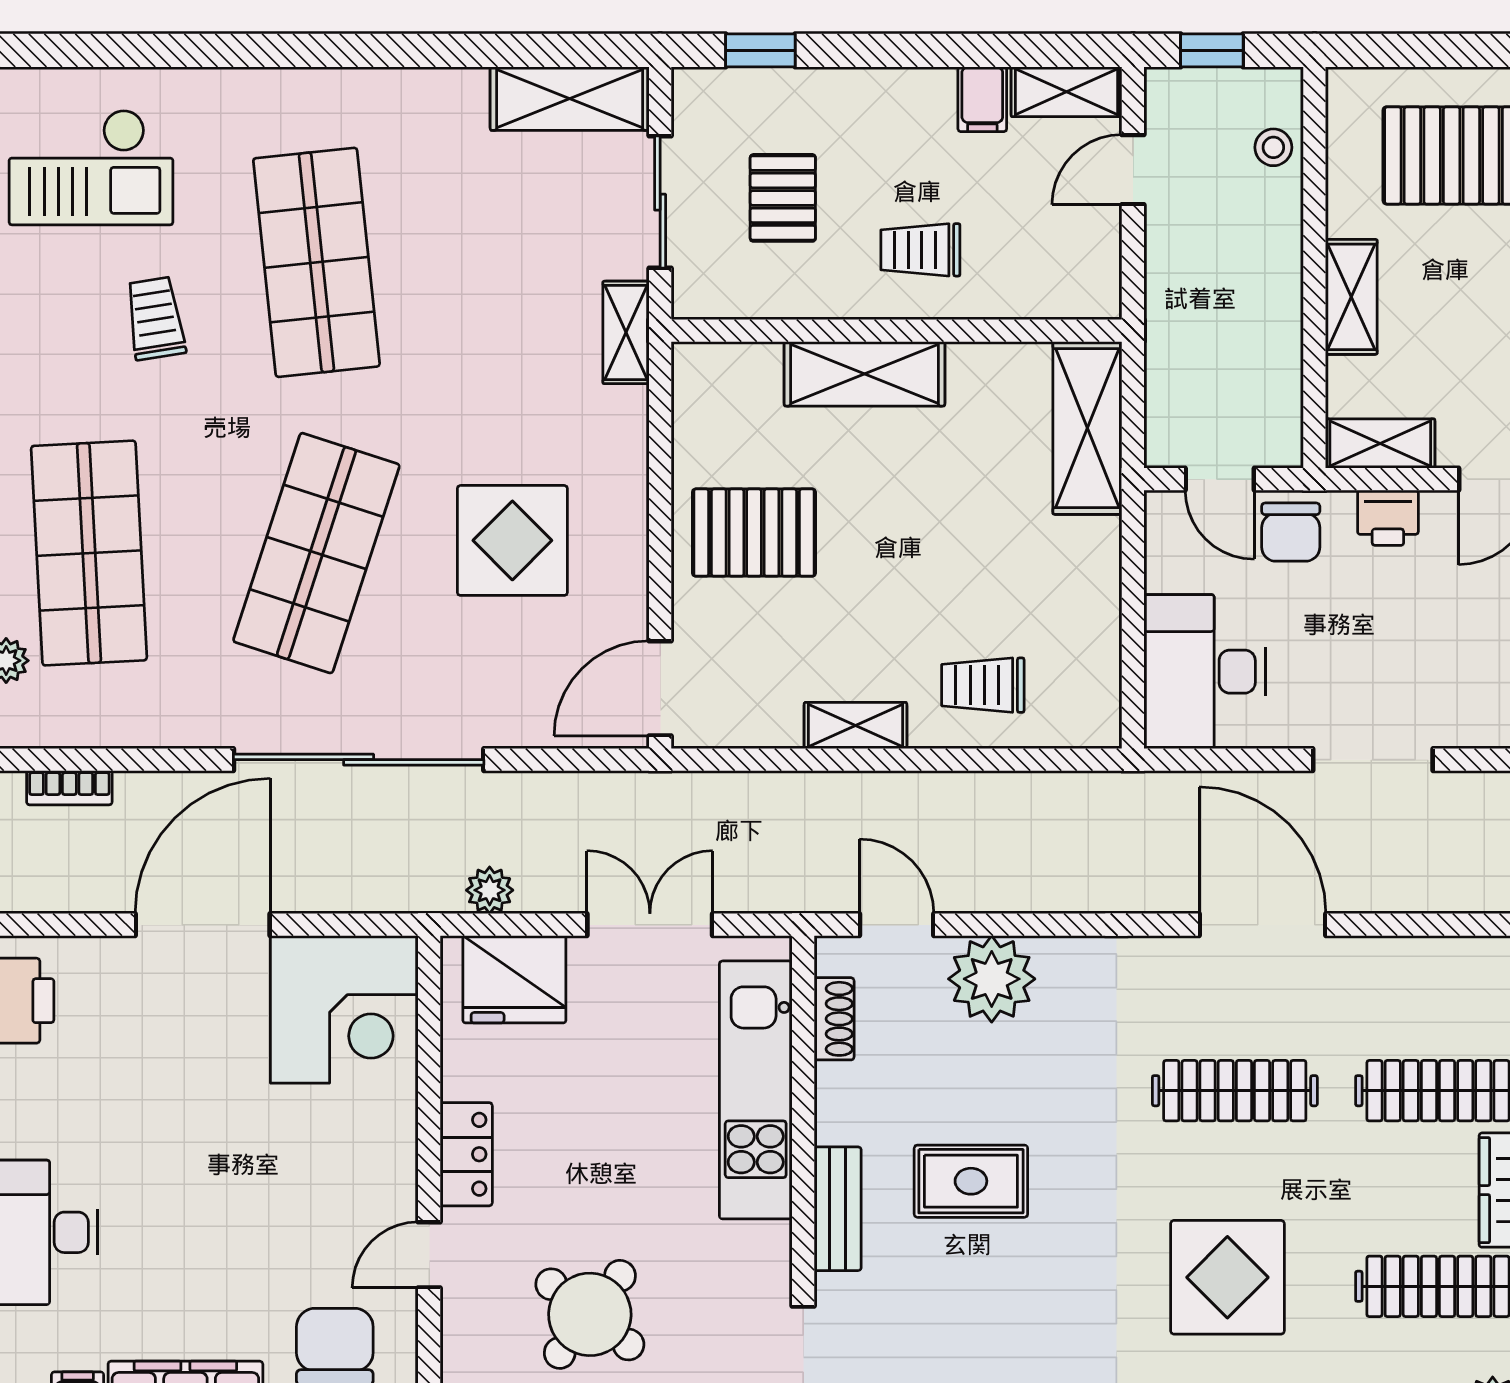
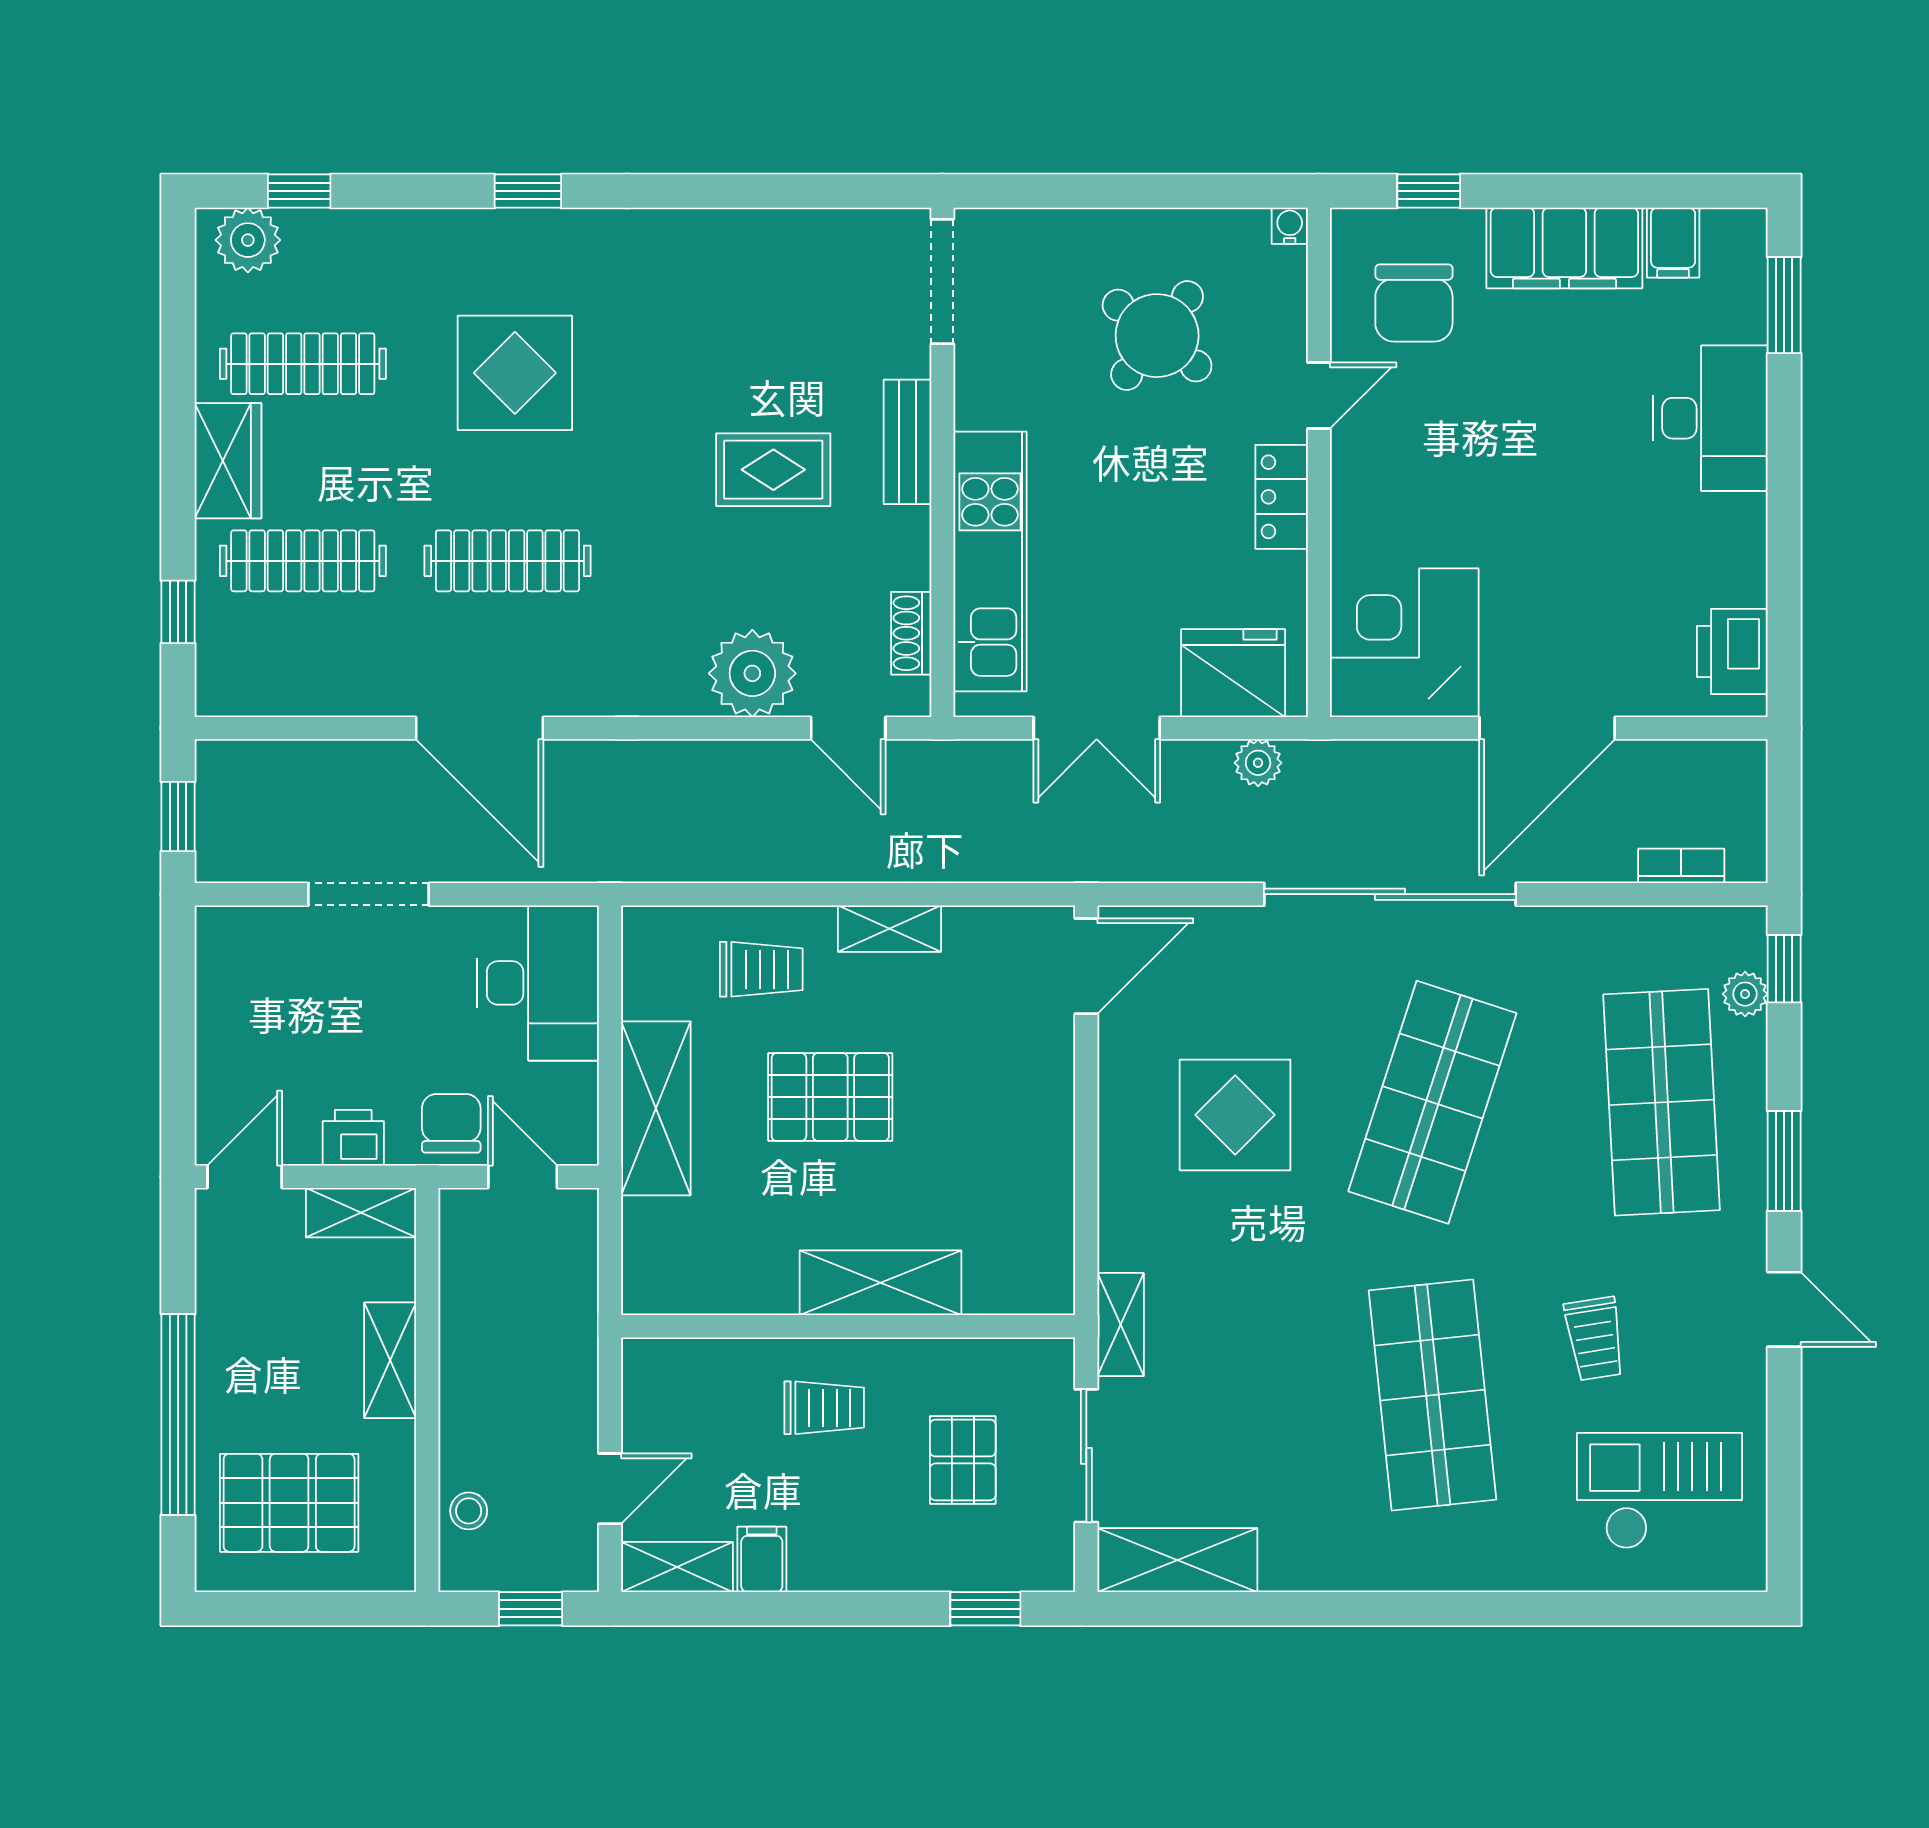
shelving: (1087, 428) -> (656, 1108), moved
pallet: (754, 533) -> (830, 1097), moved

